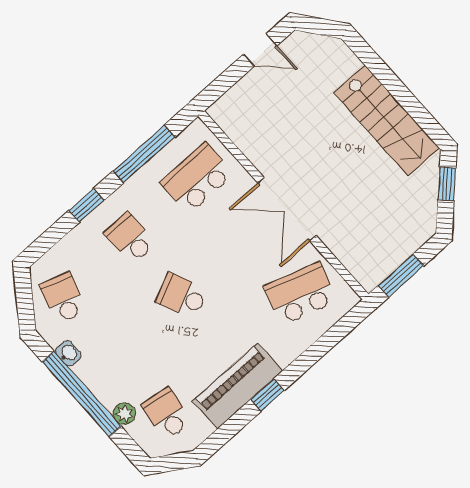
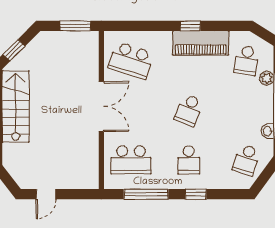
door: (260, 50) -> (46, 194), swing flipped
school desk: (182, 296) -> (189, 110), turned 45

